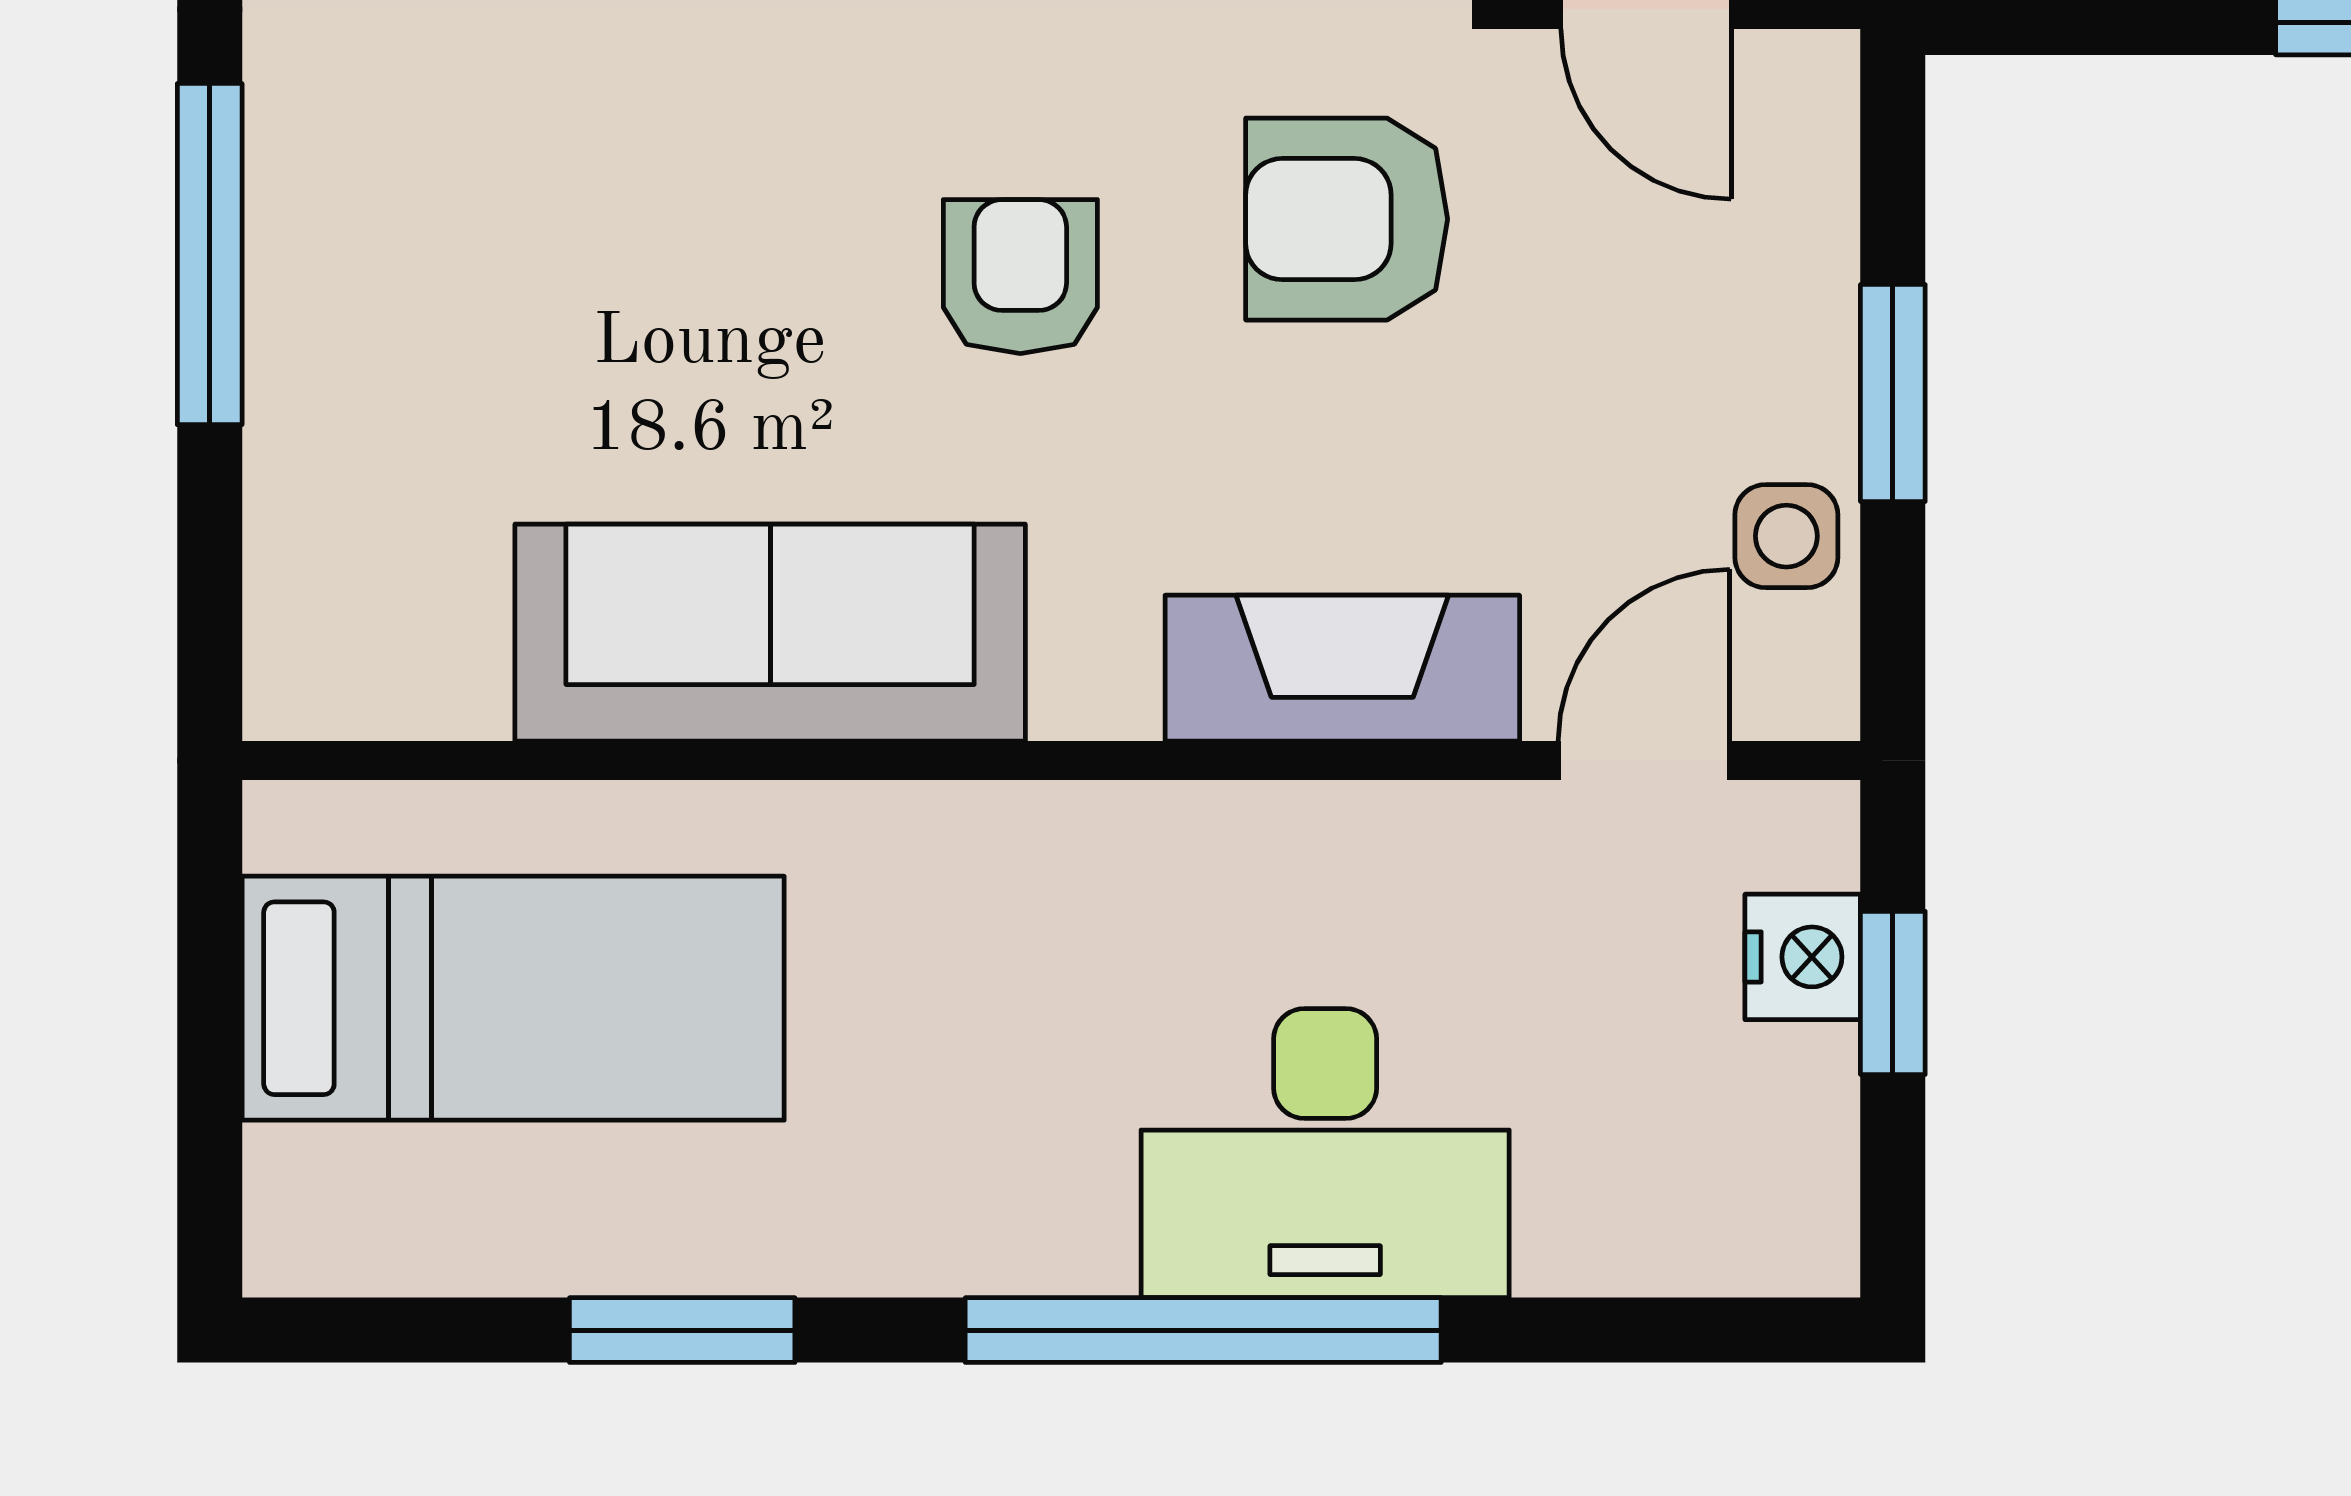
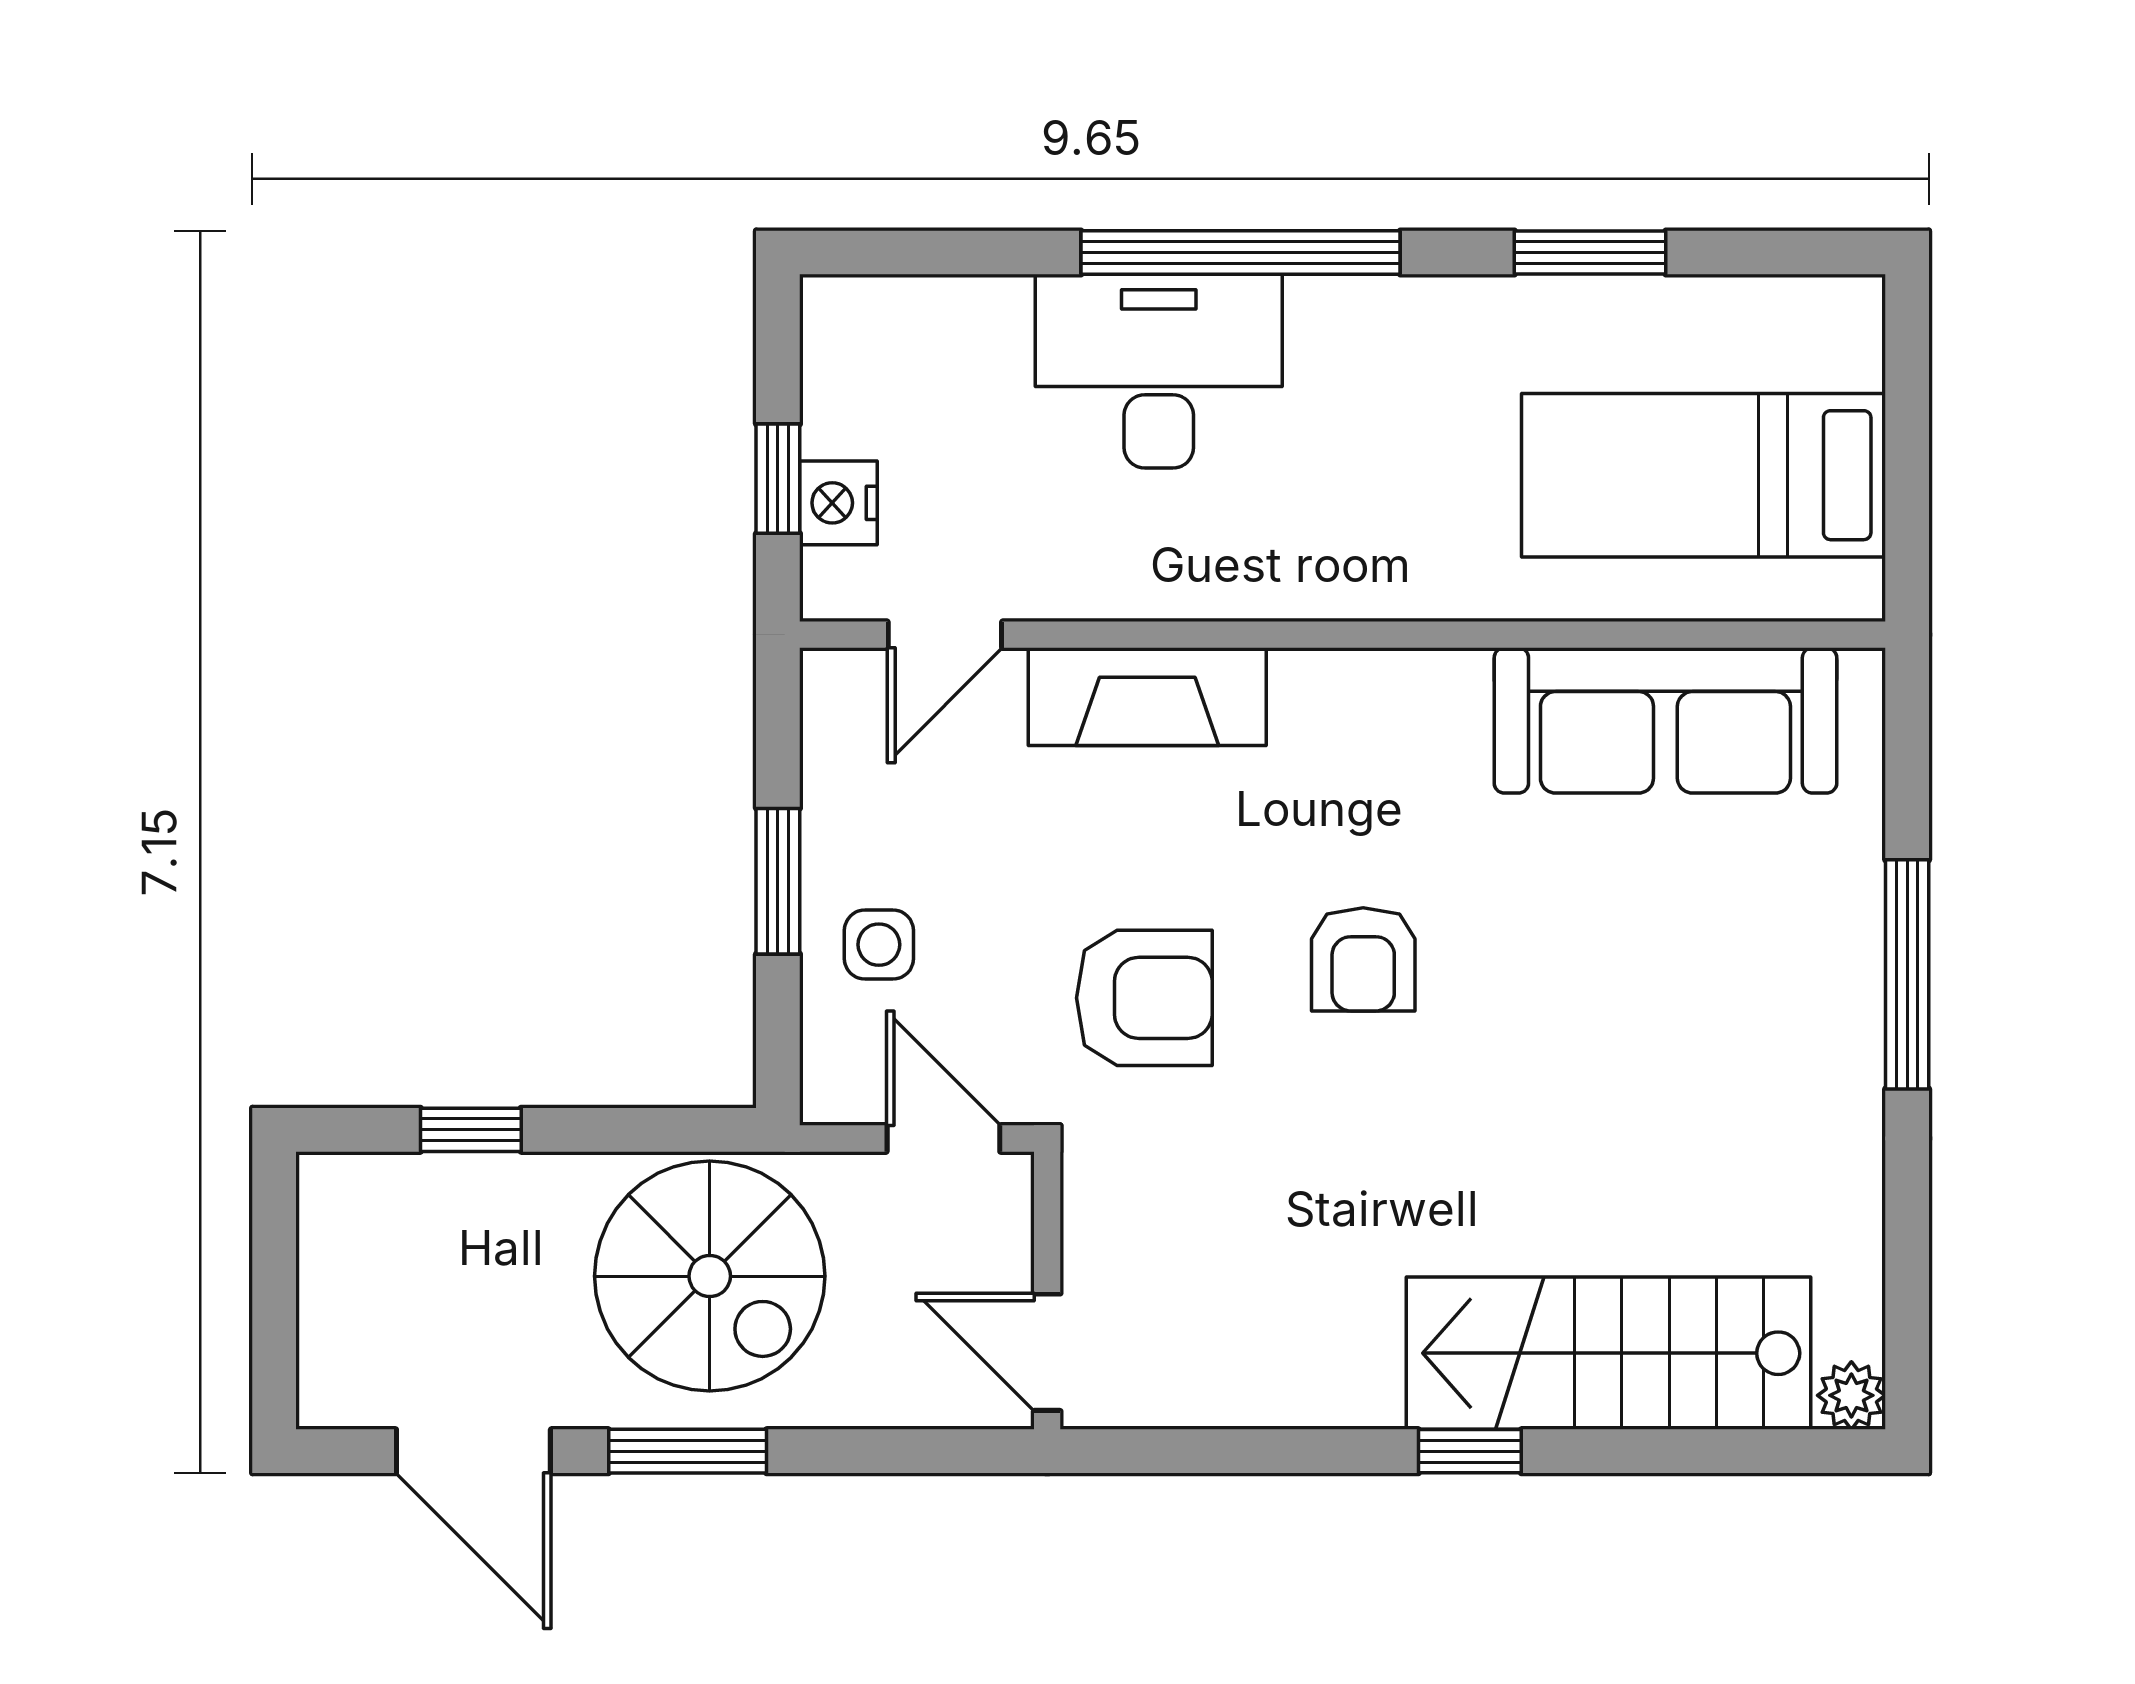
side table: (1786, 536) -> (879, 945), moved
sofa: (770, 633) -> (1665, 720), moved

